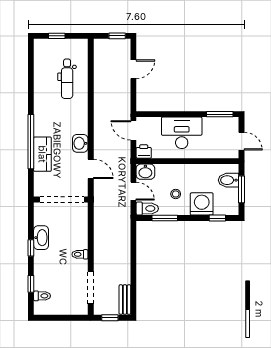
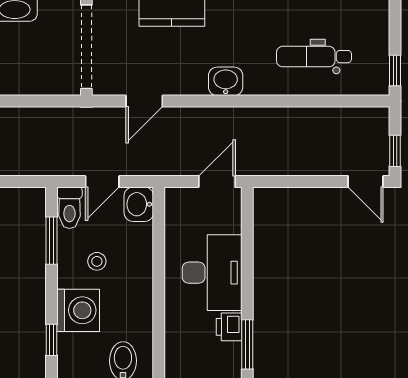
window: (57, 36) -> (395, 71), moved
door: (133, 69) -> (366, 182), moved
washbasin: (80, 143) -> (226, 81), moved
printer: (144, 151) -> (229, 327), moved, turned 180

